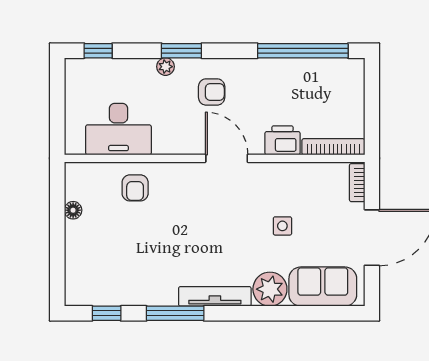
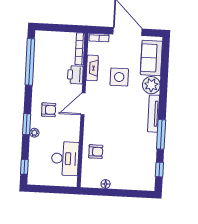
armchair: (212, 92) -> (49, 110), turned 90
fireplace: (297, 172) -> (92, 68), added
side table: (282, 226) -> (119, 77), width x1.87, depth x1.87

